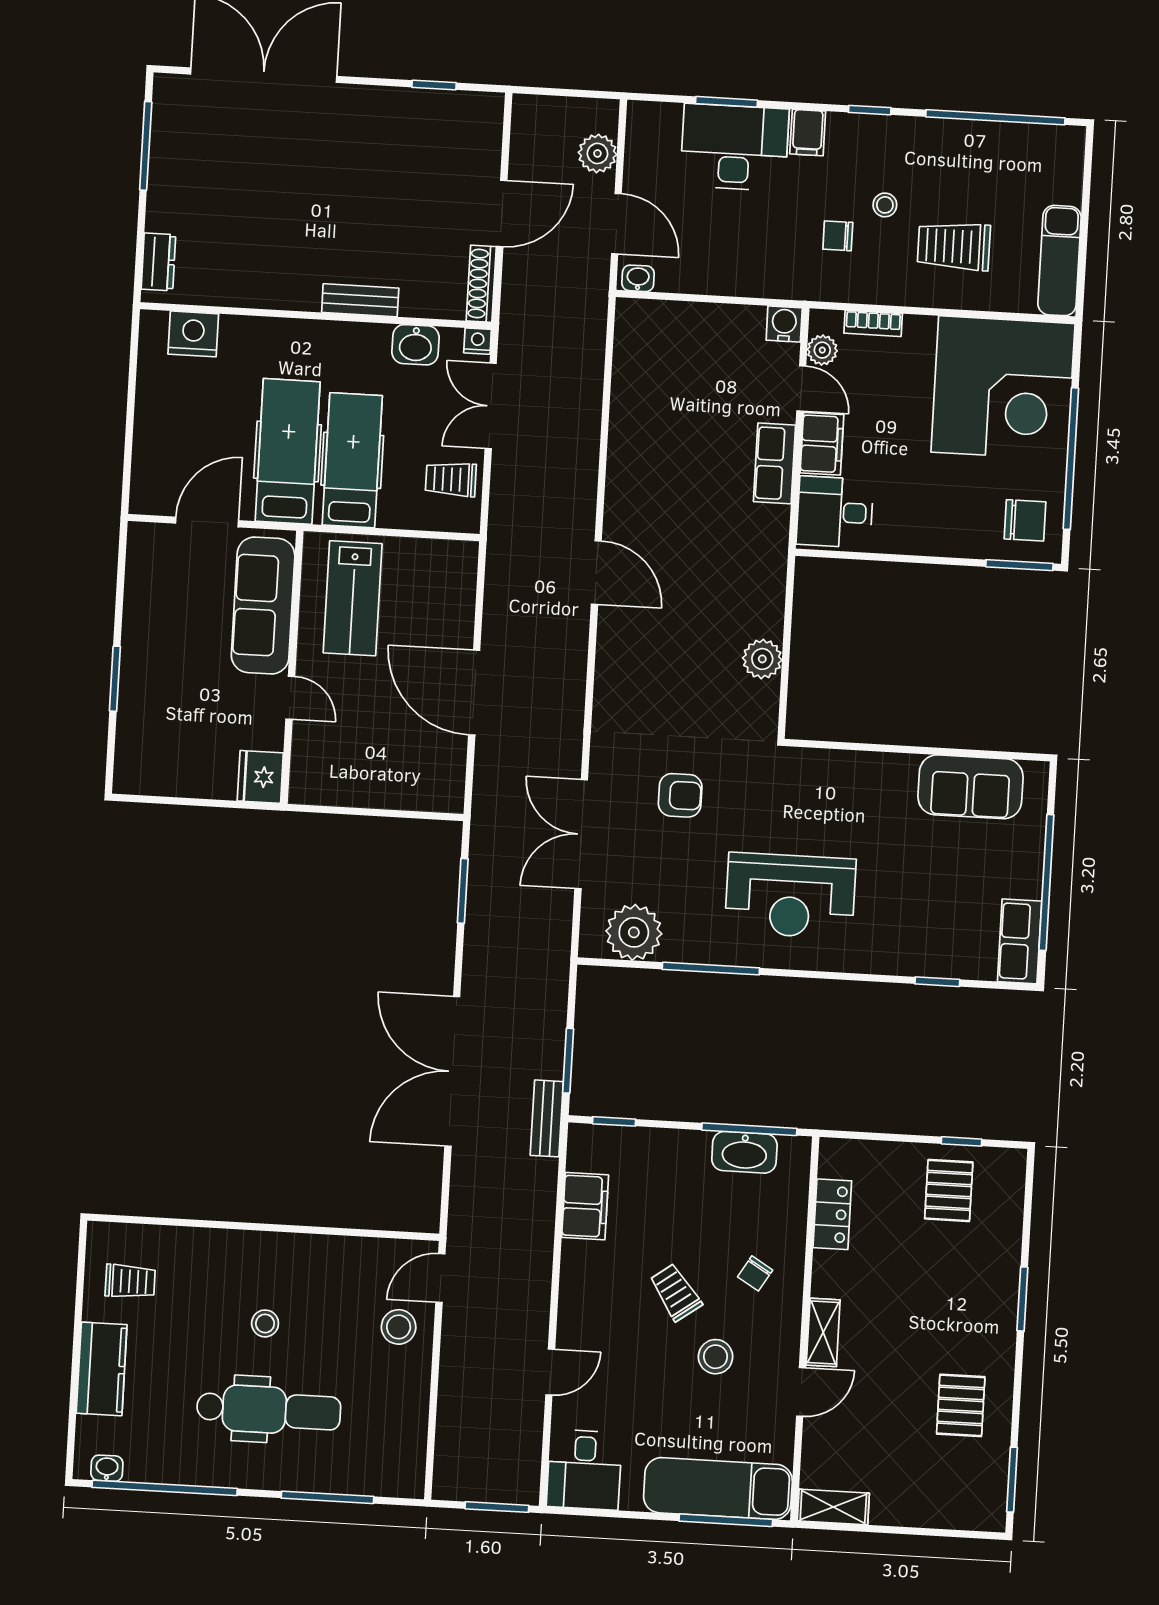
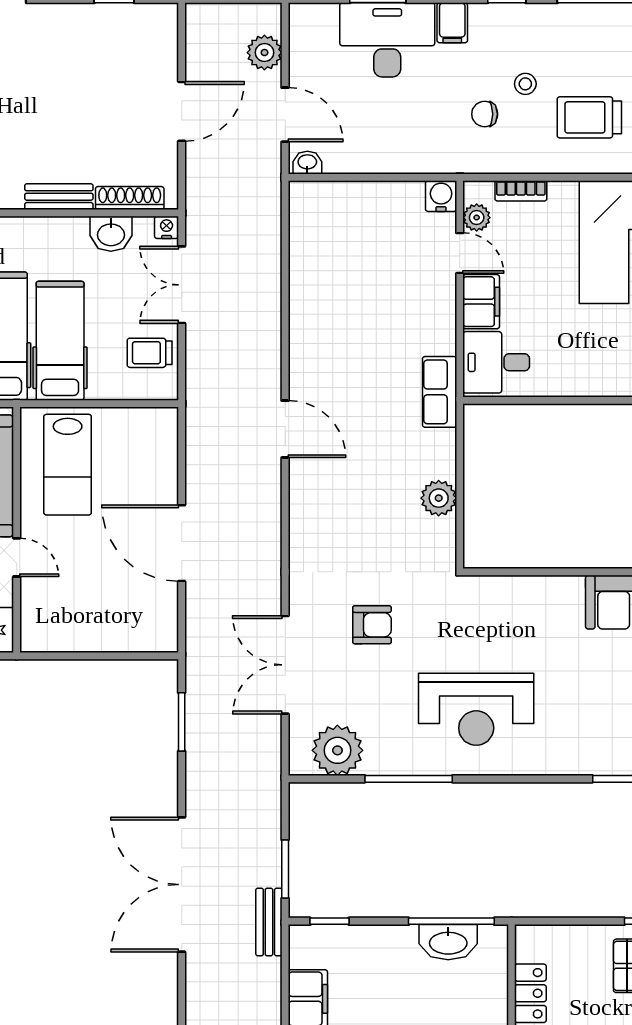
shoe rack: (481, 284) -> (130, 198), moved, turned 90
row of seats: (775, 463) -> (440, 392), moved

